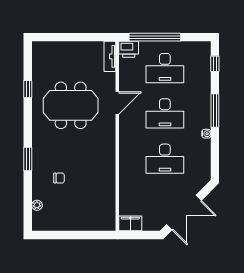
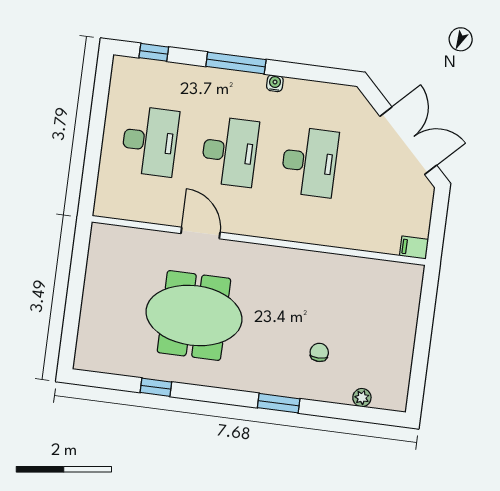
window: (155, 37) -> (93, 152), removed
printer: (129, 49) -> (109, 201), removed
tv unit: (110, 56) -> (117, 235), removed
meeting table: (71, 105) -> (194, 315), turned 90
filing cabinet: (130, 223) -> (414, 248), width x0.50

